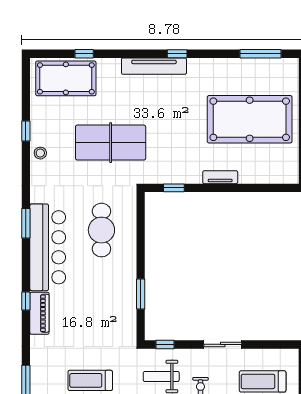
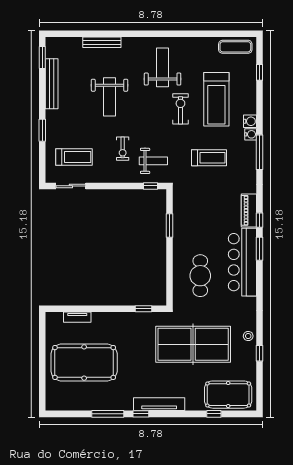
window: (260, 54) -> (108, 414), moved
table tennis table: (111, 143) -> (193, 344), width x1.36, depth x1.32
tv unit: (220, 177) -> (77, 317), moved
window: (26, 223) -> (259, 249), moved
sliding door: (223, 344) -> (71, 186), moved

